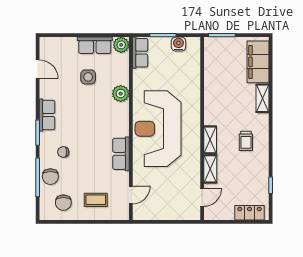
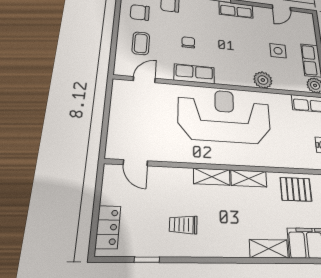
pallet: (217, 73) -> (296, 189), added
trolley: (246, 141) -> (183, 225), moved
chair: (63, 152) -> (188, 42), moved
shelving: (210, 169) -> (249, 178), moved
door: (131, 195) -> (144, 80), swing flipped

